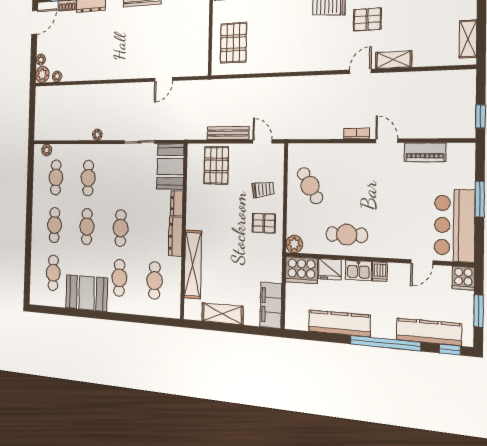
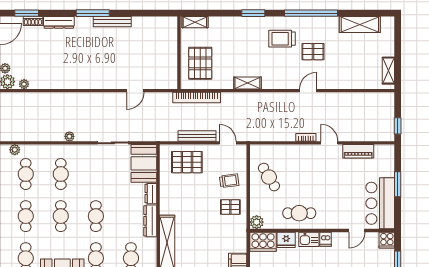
shelving: (393, 60) -> (247, 83), moved
bookcase: (229, 85) -> (197, 98), added
pallet: (216, 165) -> (187, 162), turned 90

